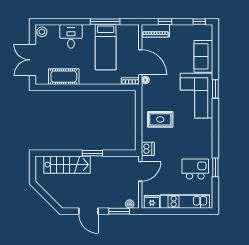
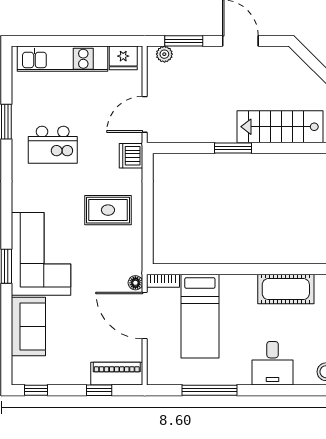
bed: (106, 47) -> (200, 316), moved, turned 180
kitchen island: (195, 169) -> (53, 145), moved

